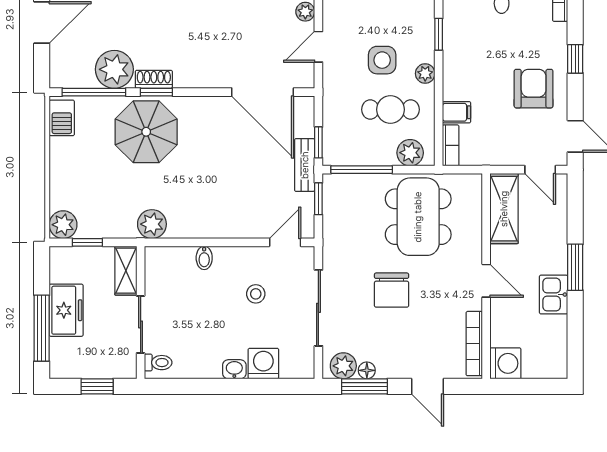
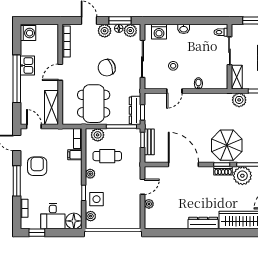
window: (575, 59) -> (17, 181), width x2.17
side table: (382, 60) -> (97, 199), moved
armchair: (534, 89) -> (37, 166), turned 180
door: (263, 92) -> (183, 165), moved
bench: (305, 165) -> (149, 142), moved
dresser: (334, 203) -> (135, 110), added
plant: (152, 224) -> (239, 100), moved
door: (285, 242) -> (174, 91), moved
window: (575, 267) -> (17, 79), width x2.11
door: (486, 281) -> (60, 72), hinge flipped
chair: (392, 290) -> (107, 68), turned -109
washing machine: (505, 363) -> (28, 33), moved, turned 180
washing machine: (263, 364) -> (159, 32), moved
plant: (396, 365) -> (105, 31), added

